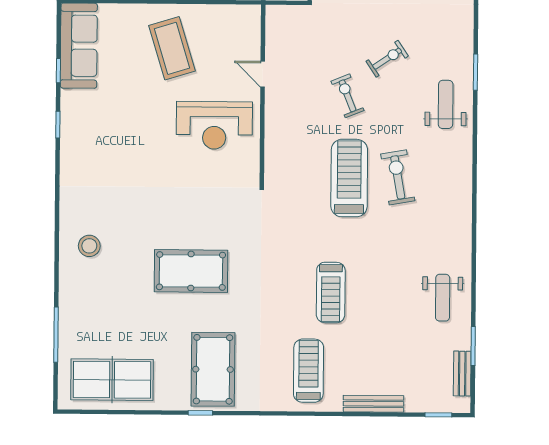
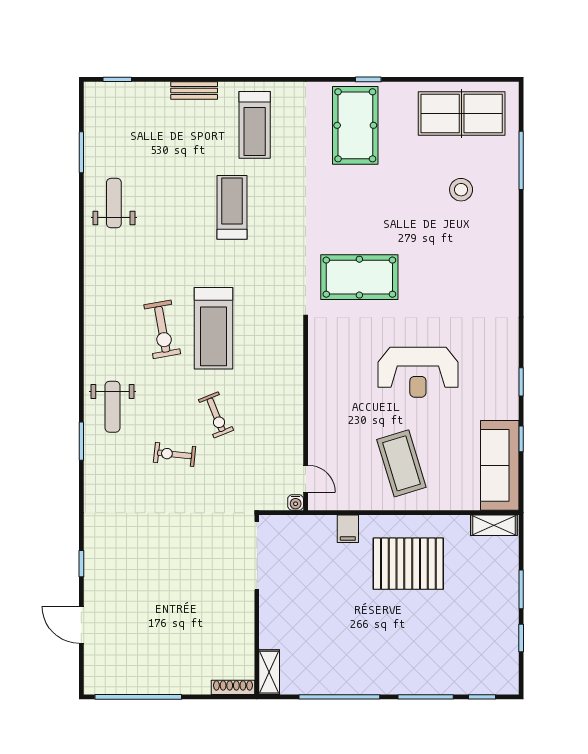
water cooler: (273, 12) -> (296, 502), added
exercise bike: (387, 59) -> (175, 454), turned 40
door: (263, 74) -> (306, 479), moved
reception desk: (214, 125) -> (418, 372), moved, turned 180
stool: (89, 246) -> (461, 190), moved
pool table: (191, 271) -> (359, 277), moved
bench: (462, 374) -> (93, 123), removed
bench: (374, 404) -> (194, 91), width x0.73

